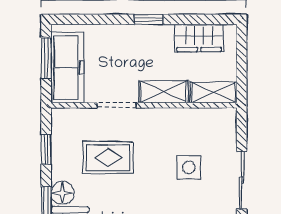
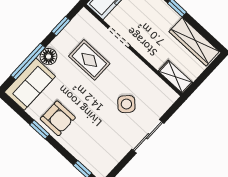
wardrobe: (199, 38) -> (194, 42), width x1.50
shelving: (163, 92) -> (150, 52), removed
side table: (189, 167) -> (126, 104), turned 45

